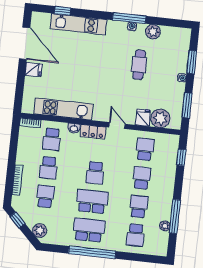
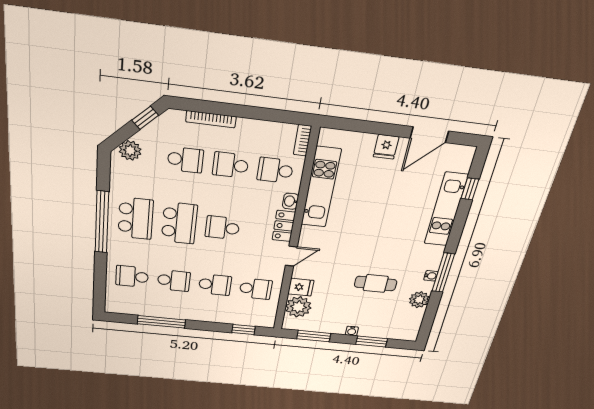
door: (25, 43) -> (429, 135), width x0.73
plant: (165, 226) -> (147, 311), removed

